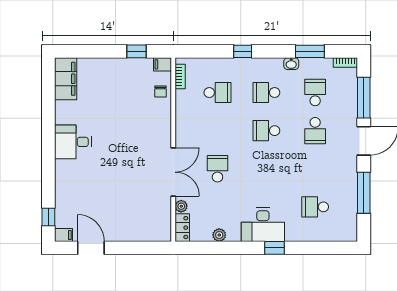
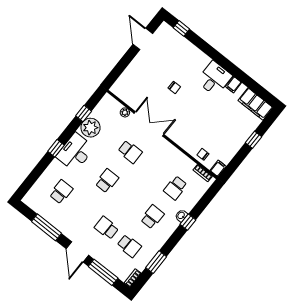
window: (136, 51) -> (253, 140), moved
washbasin: (291, 64) -> (181, 216), moved
school desk: (266, 131) -> (107, 181), moved
double door: (173, 172) -> (149, 124), swing flipped
chair: (115, 176) -> (174, 87), added
locker: (182, 228) -> (112, 103), removed
filing cabinet: (64, 235) -> (234, 85), moved
plant: (219, 235) -> (90, 128), width x1.88, depth x1.88
door: (91, 248) -> (143, 39), swing flipped
window: (216, 248) -> (84, 113), added

